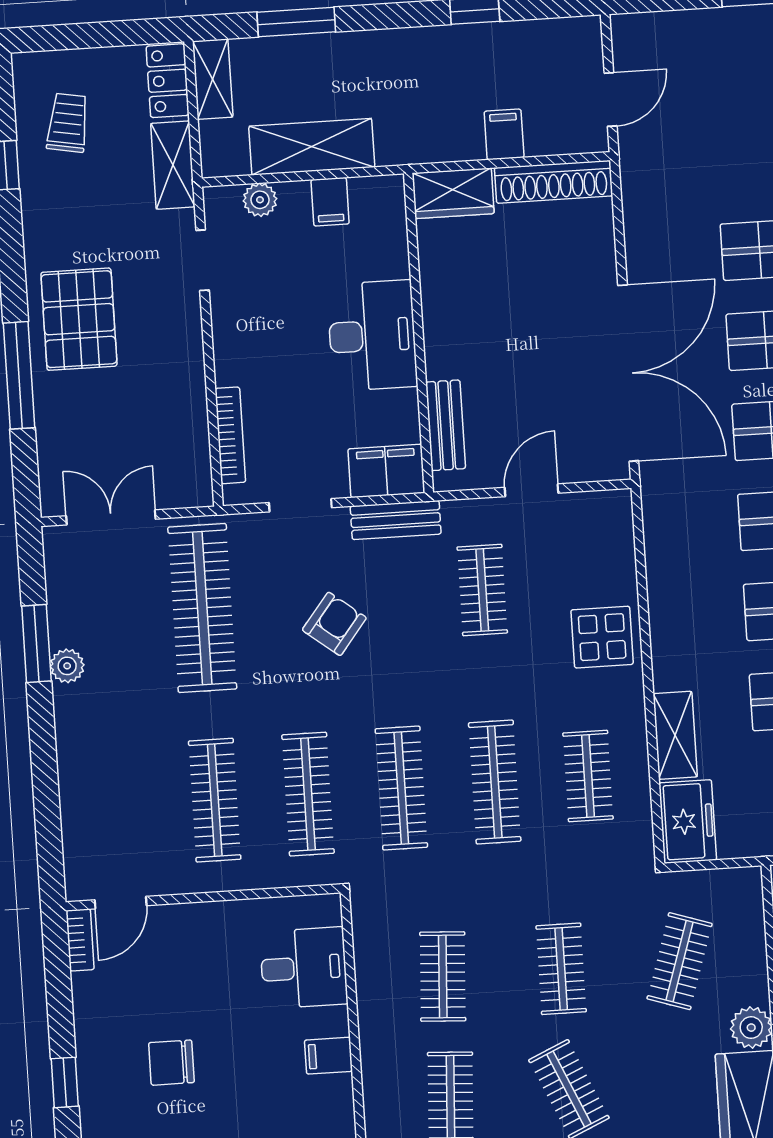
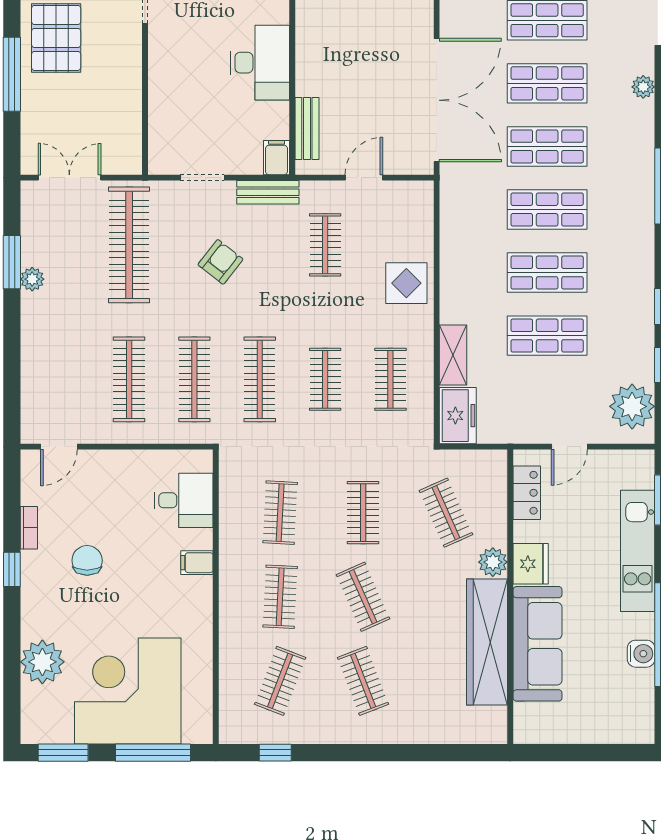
bookcase: (230, 435) -> (156, 126), removed
filing cabinet: (386, 471) -> (276, 158), width x0.50
clothes rail: (495, 782) -> (325, 379), width x0.73
bookcase: (80, 940) -> (29, 528), moved
clothes rail: (680, 961) -> (446, 513), turned -42
chair: (171, 1063) -> (87, 560), turned 90

